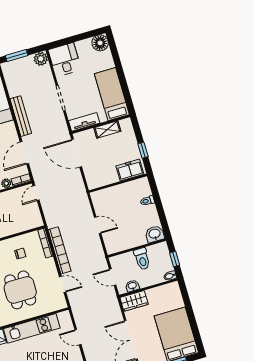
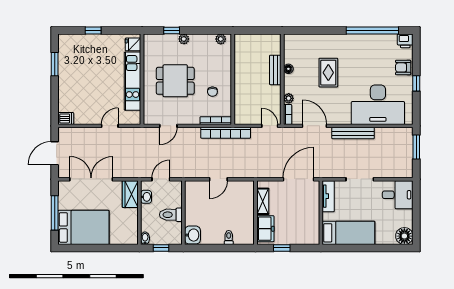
plant: (41, 59) -> (406, 171), removed
shelving: (107, 129) -> (263, 201), moved
bookcase: (59, 250) -> (226, 133), moved

